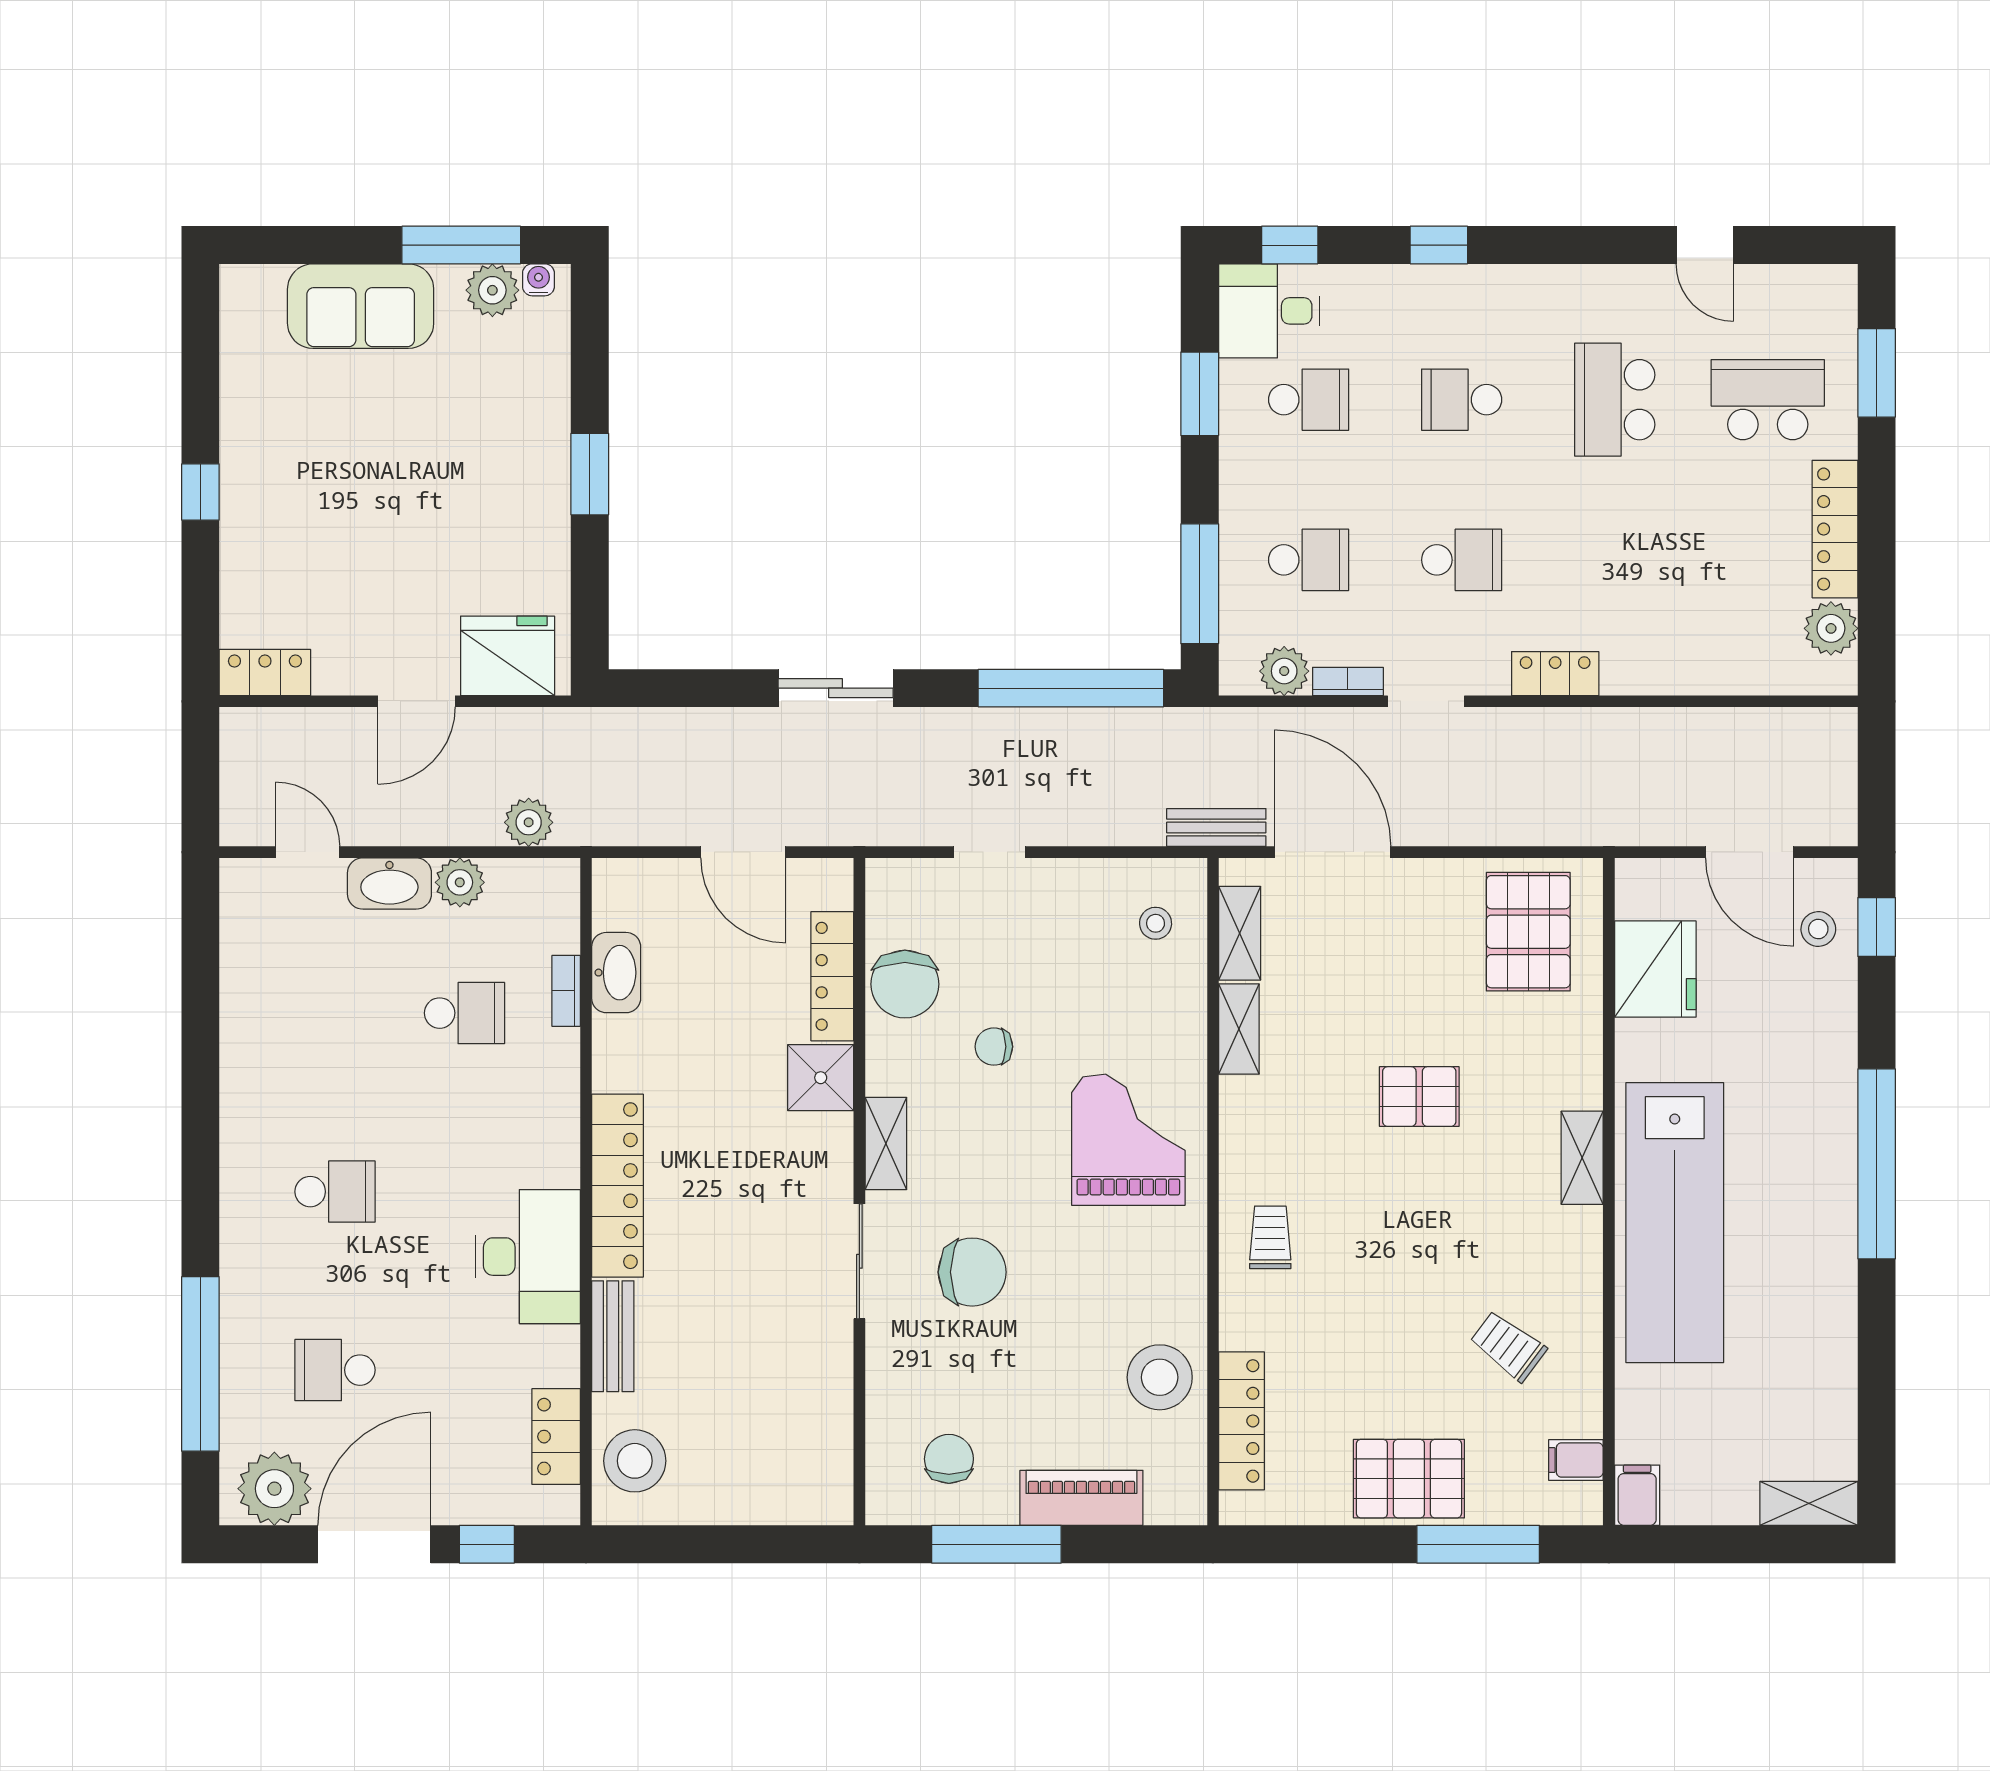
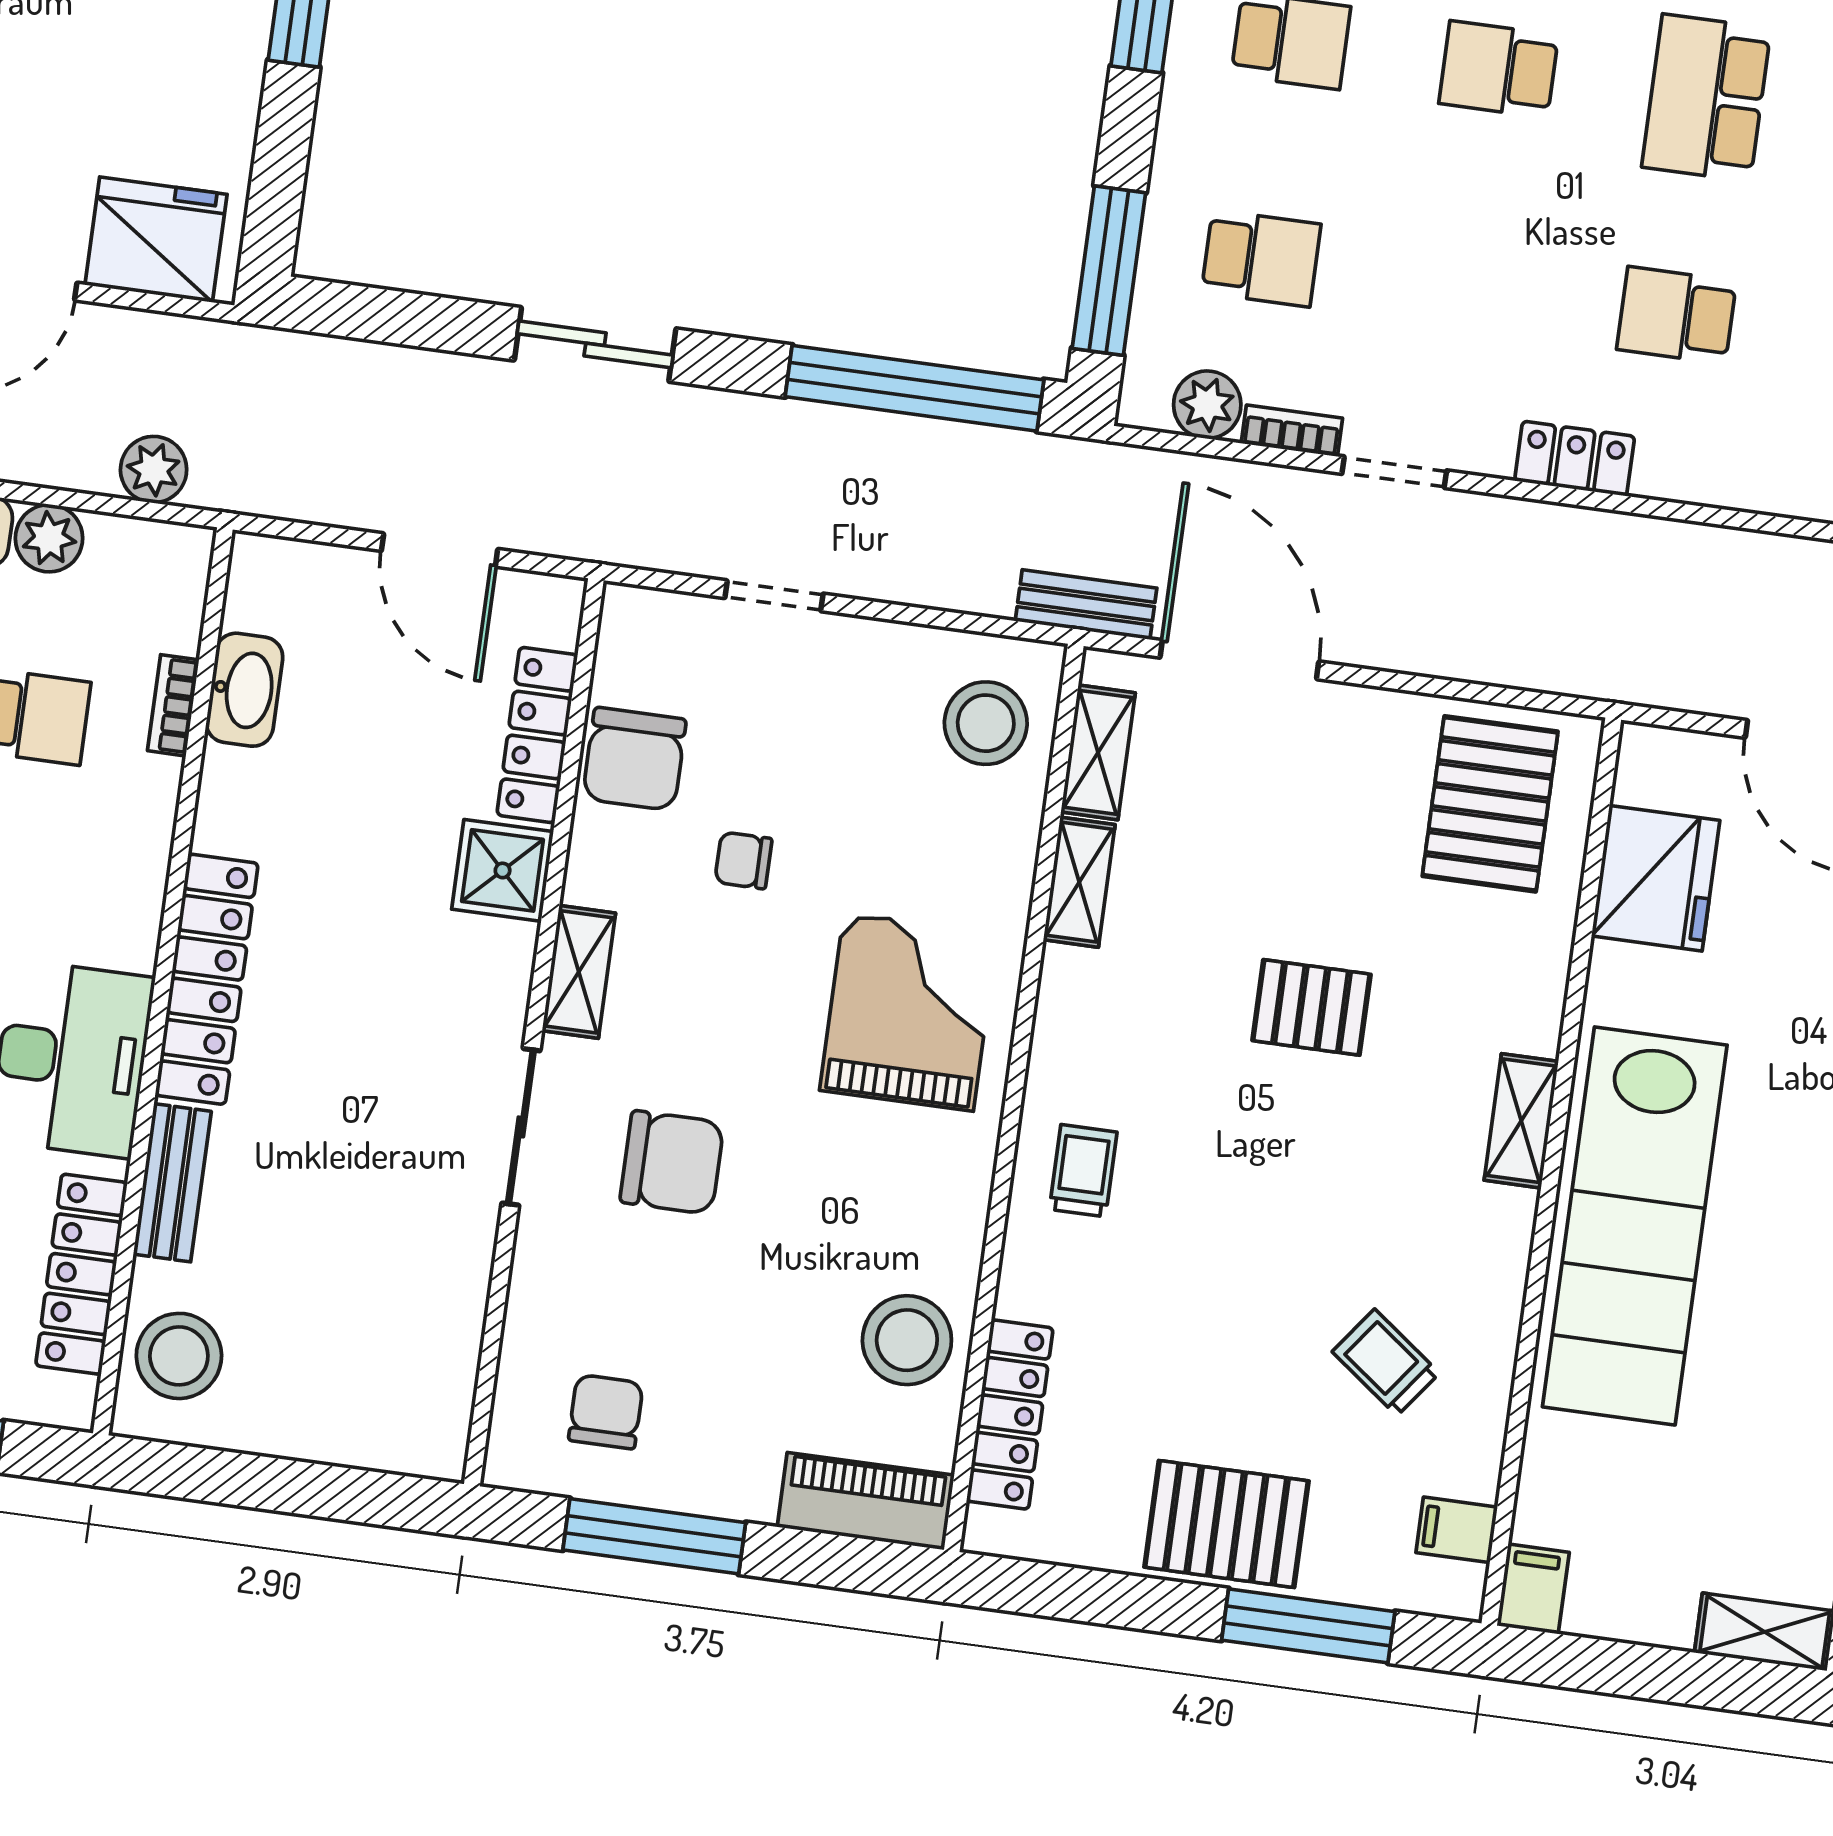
school desk: (1462, 560) -> (1677, 315), moved, turned 180
stool: (1156, 923) -> (986, 723), width x1.89, depth x1.89
locker: (556, 1437) -> (81, 1274), width x1.53
piano: (1081, 1498) -> (866, 1501), moved

